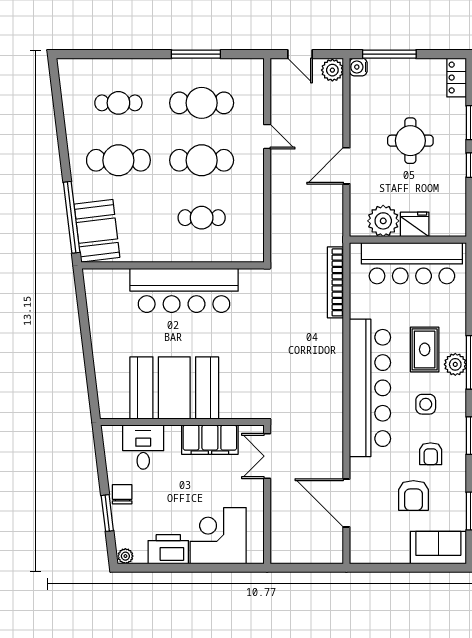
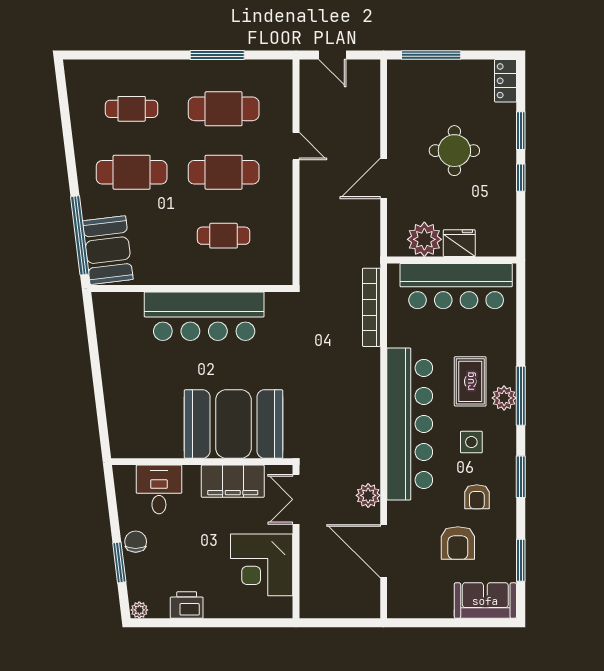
water cooler: (358, 67) -> (397, 69), removed
plant: (332, 70) -> (368, 495), moved
booth: (174, 388) -> (233, 424), moved
corner desk: (218, 536) -> (262, 565), moved, turned -90
printer: (168, 549) -> (187, 605), width x0.73, depth x0.84

